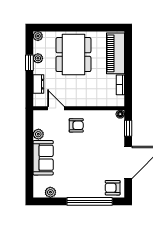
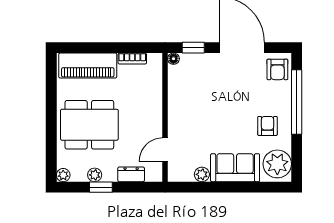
armchair: (76, 125) -> (267, 126), moved
plant: (50, 192) -> (277, 164), width x1.88, depth x1.88

